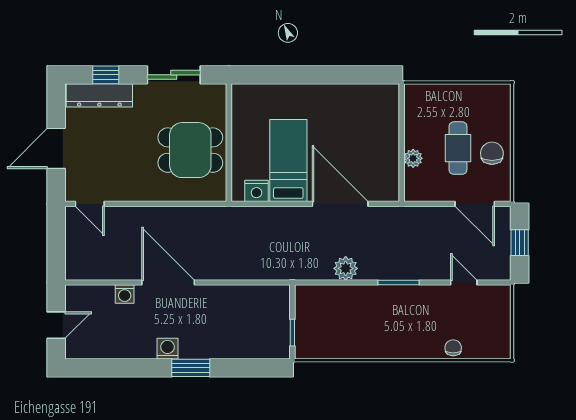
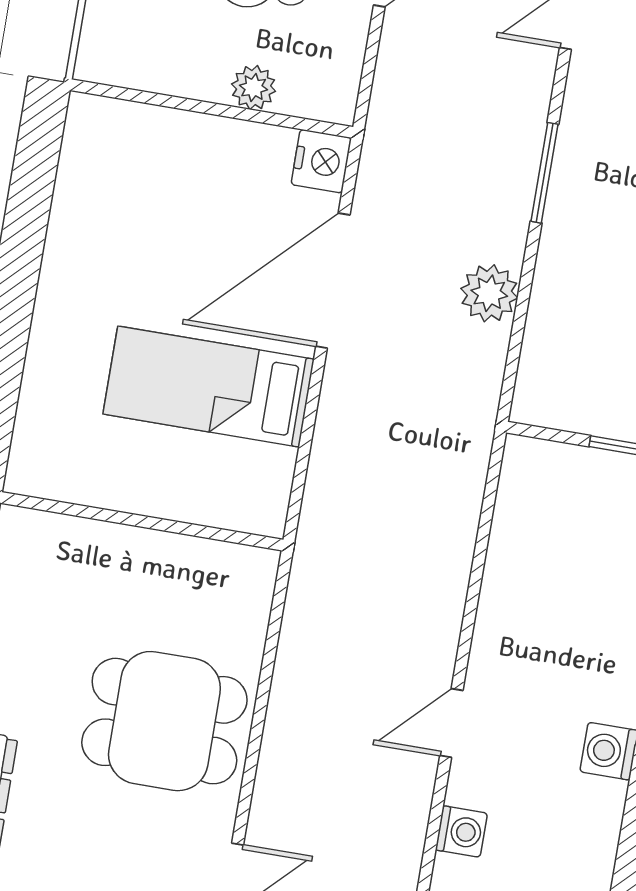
dining table: (190, 150) -> (164, 721), moved, turned 90
nightstand: (256, 191) -> (321, 161), moved
door: (168, 283) -> (451, 723), width x0.53

